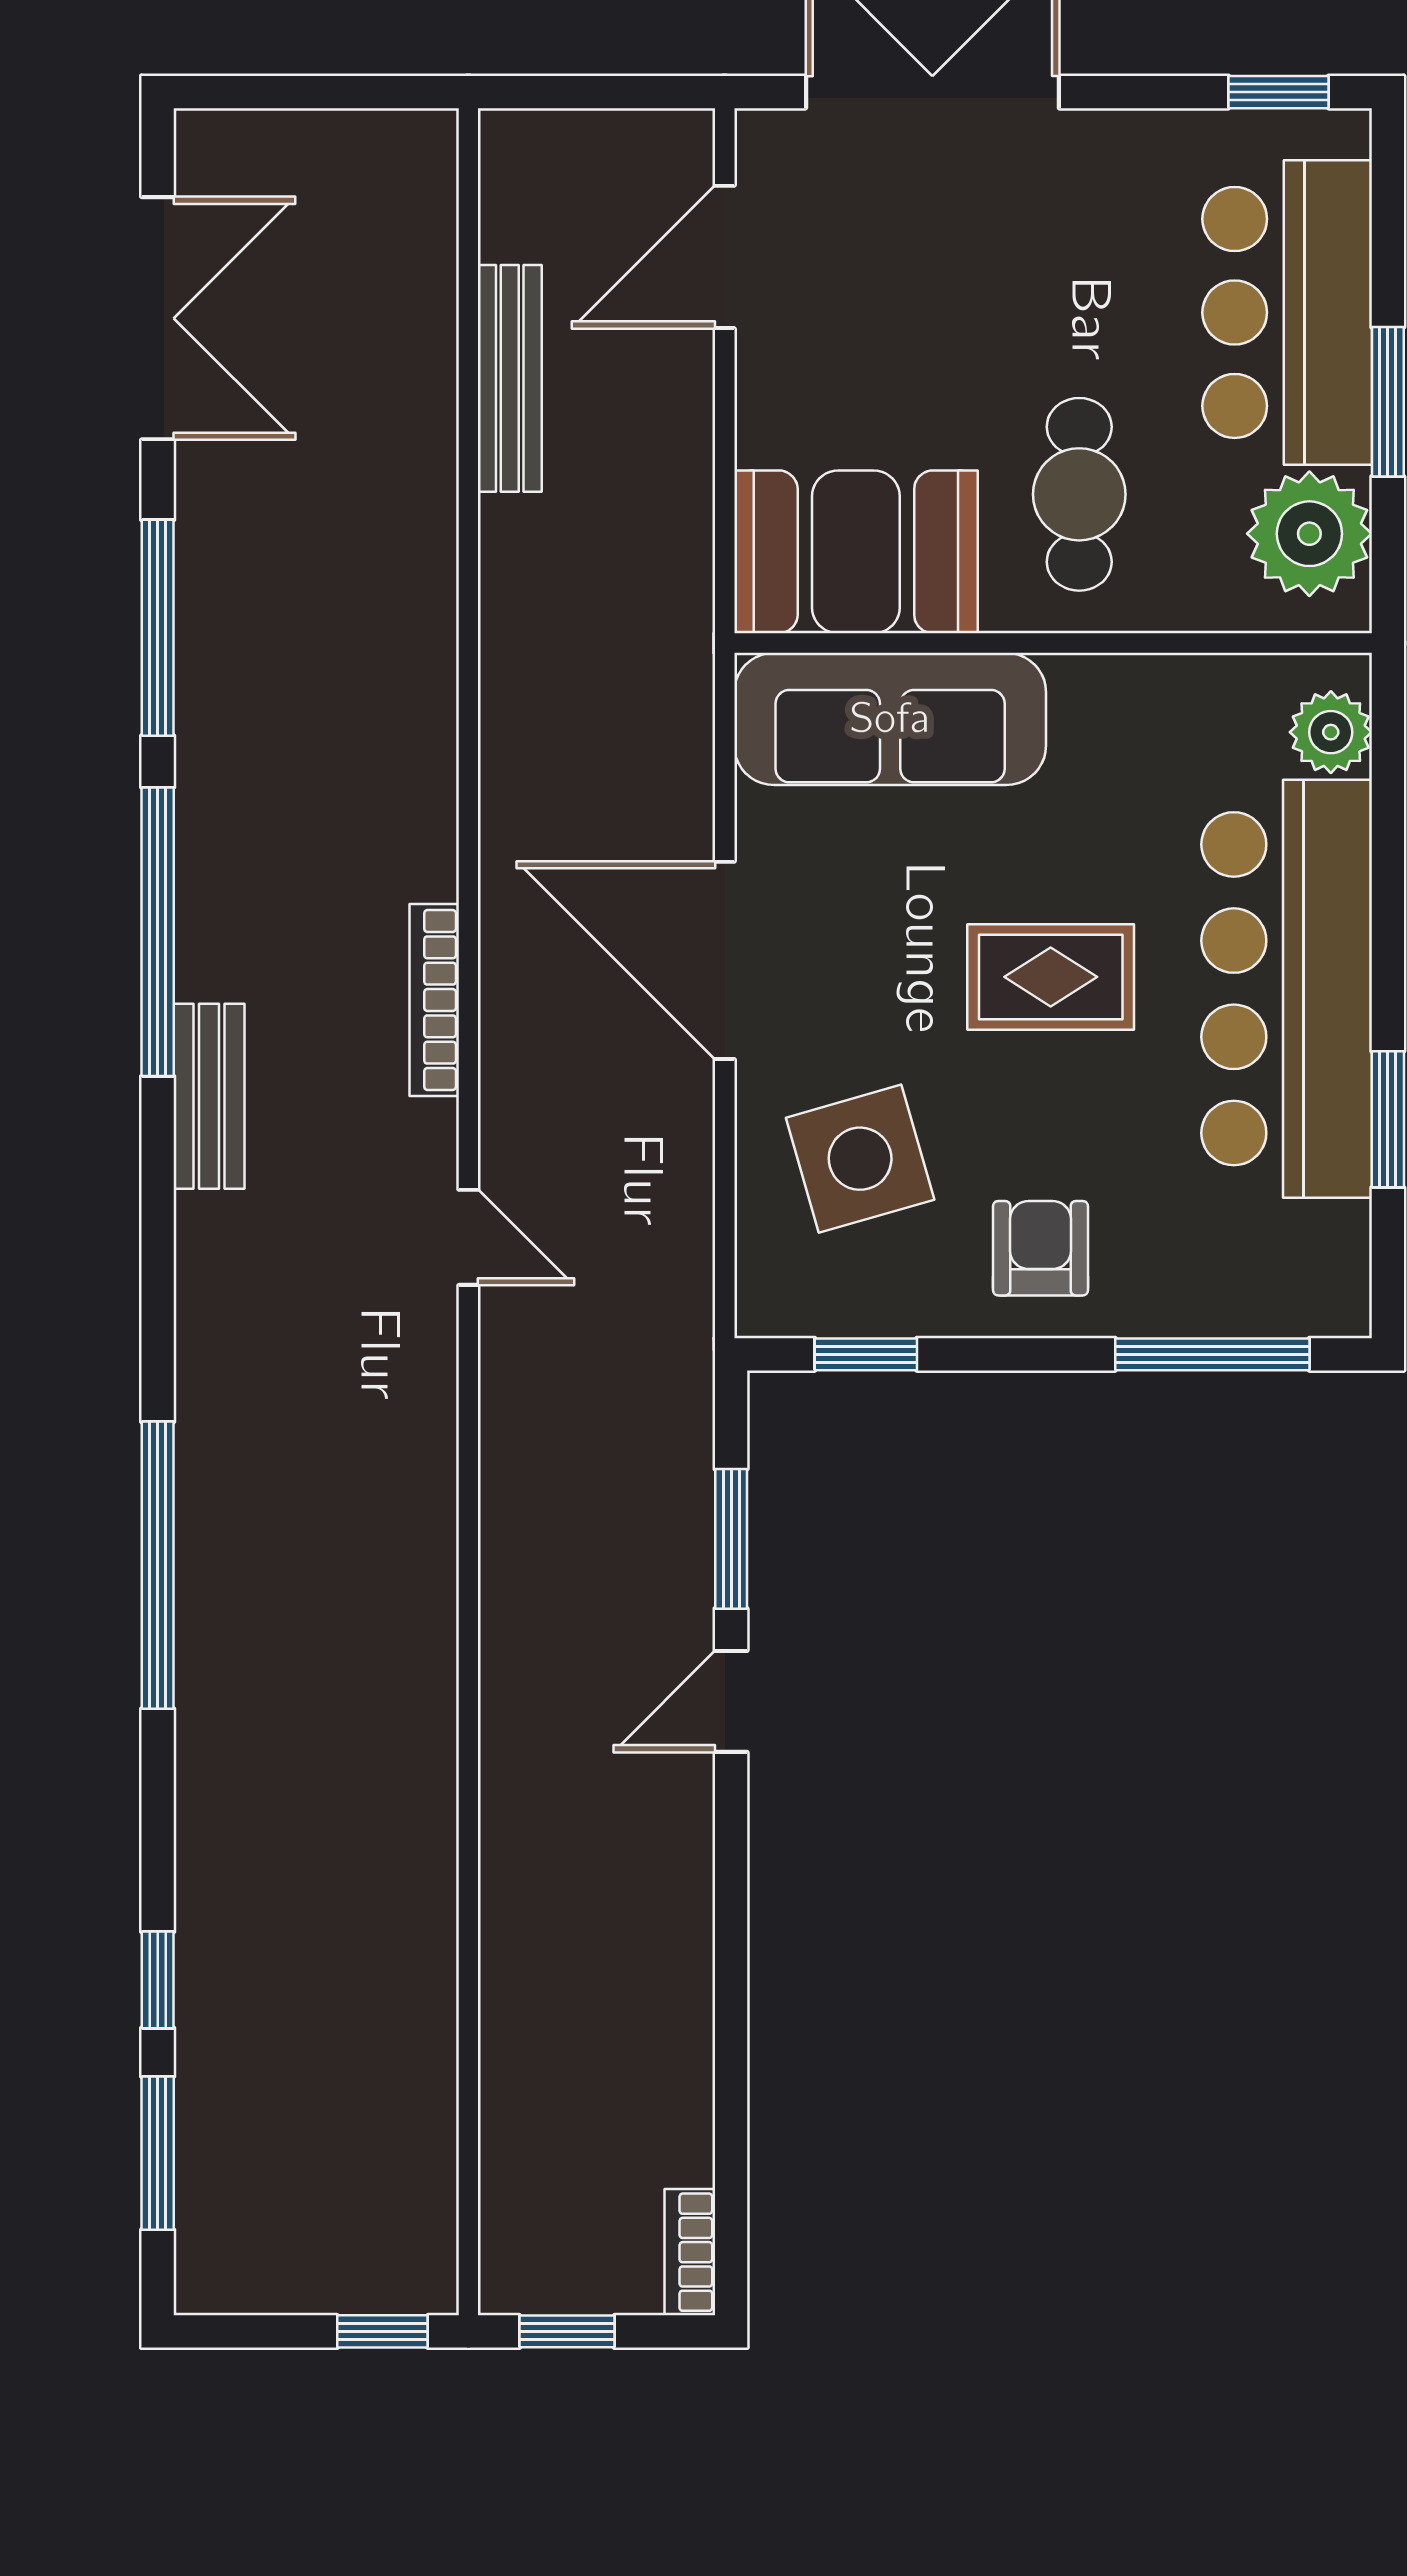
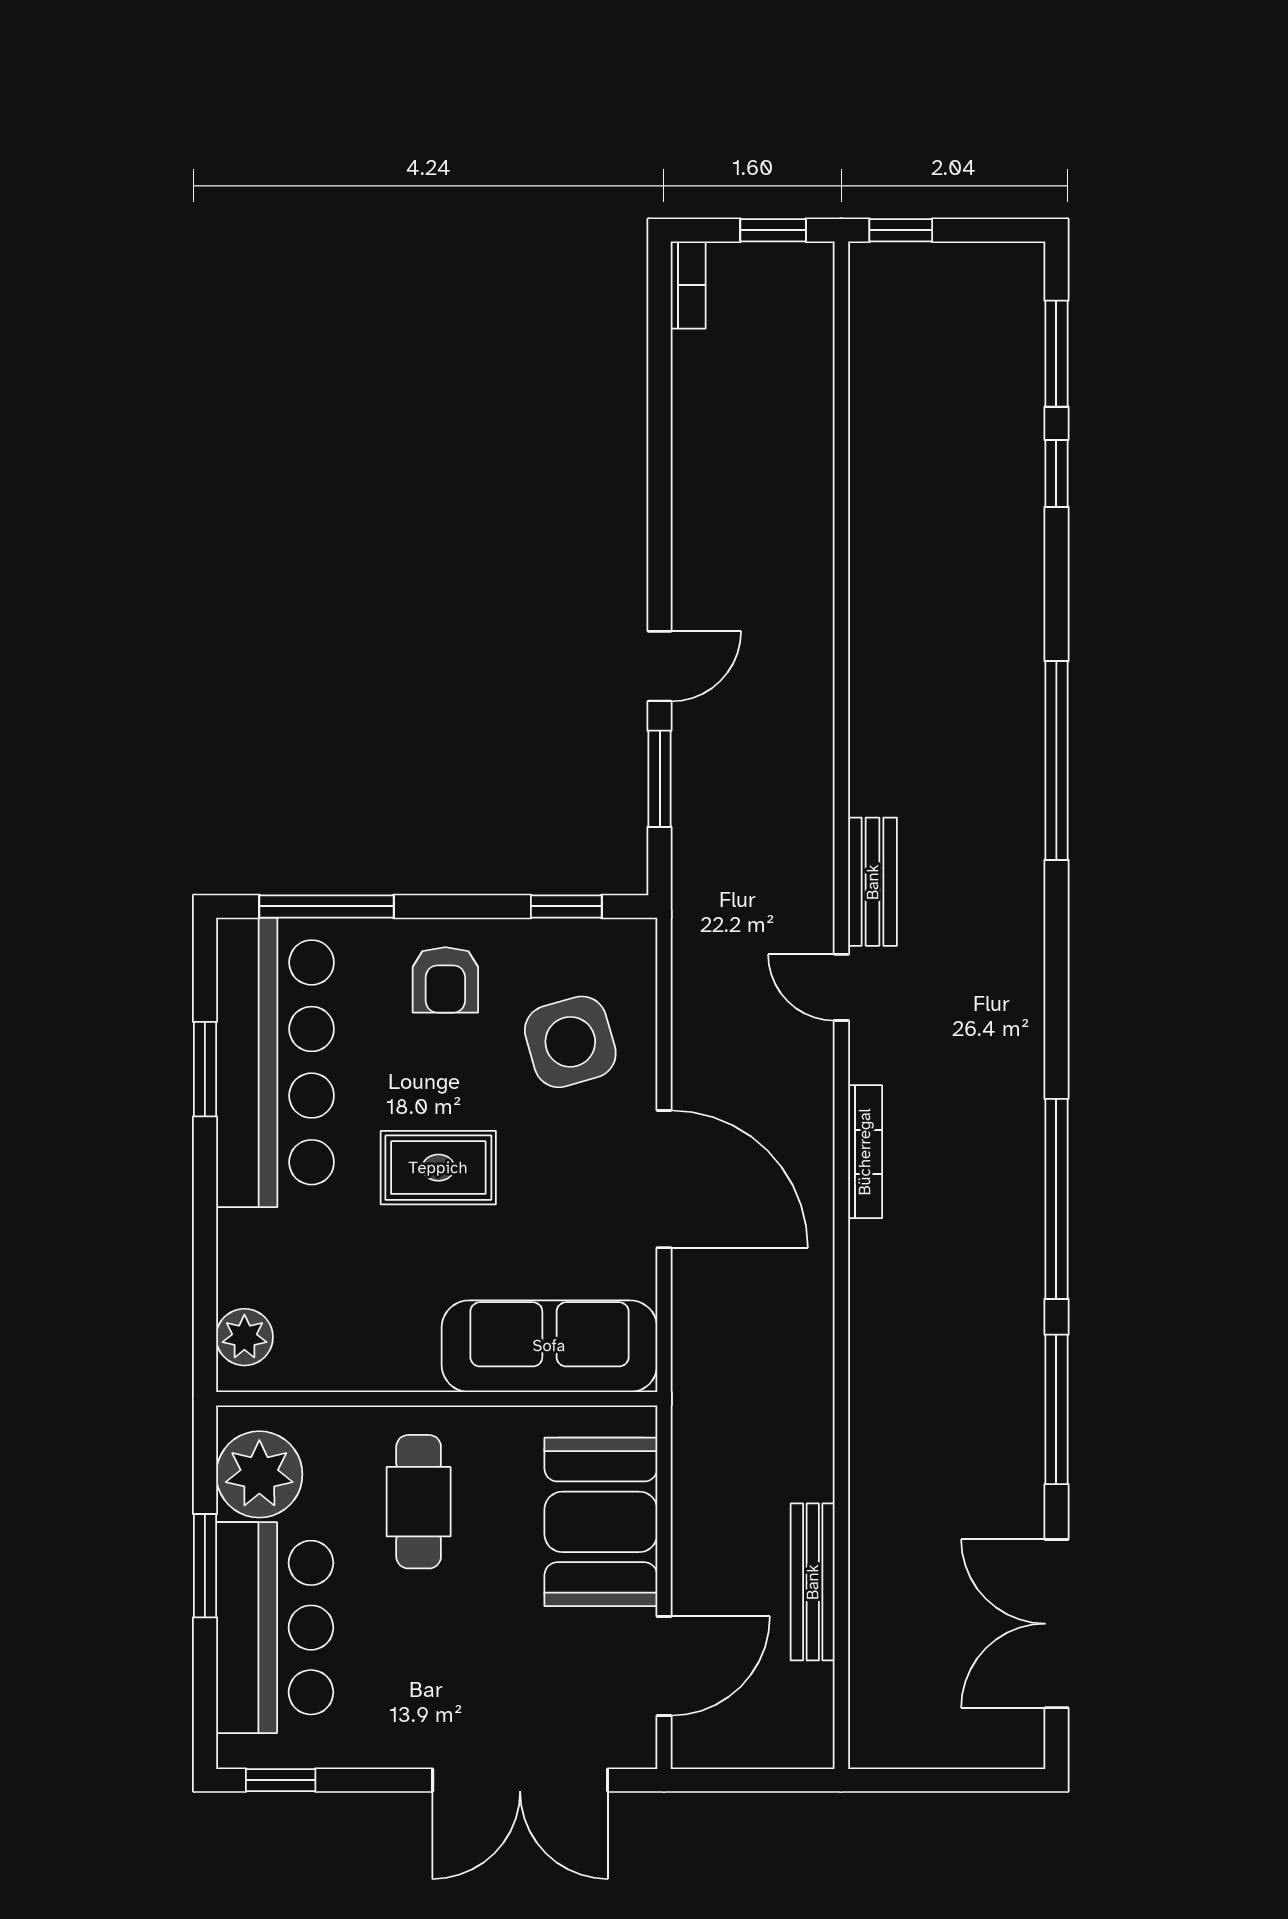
booth: (856, 552) -> (601, 1522), moved, turned 90
bar counter: (1287, 989) -> (275, 1062), moved
bench: (209, 1096) -> (873, 882), moved

